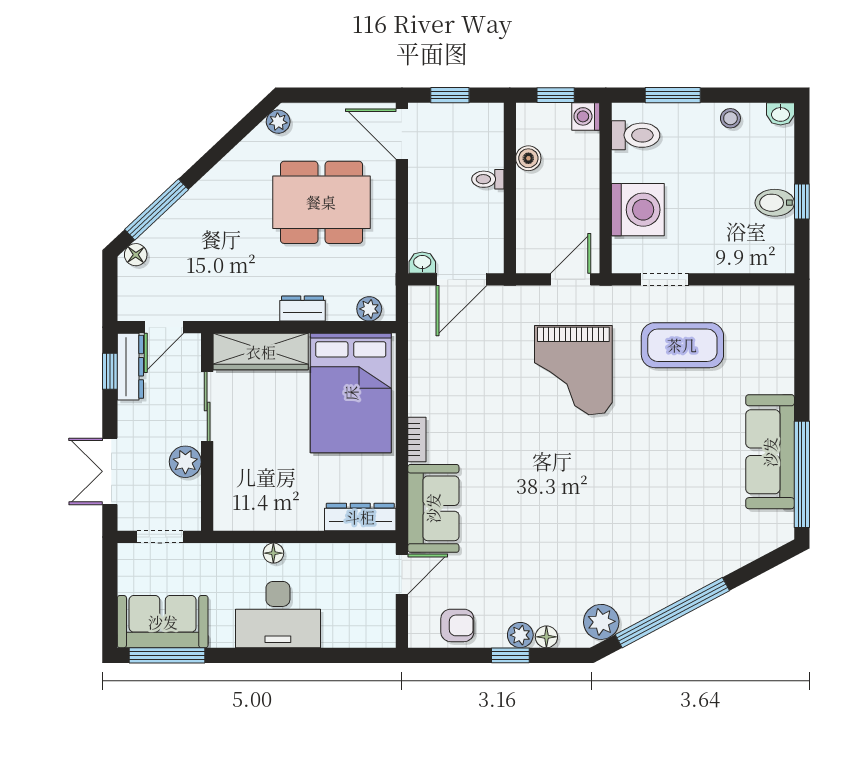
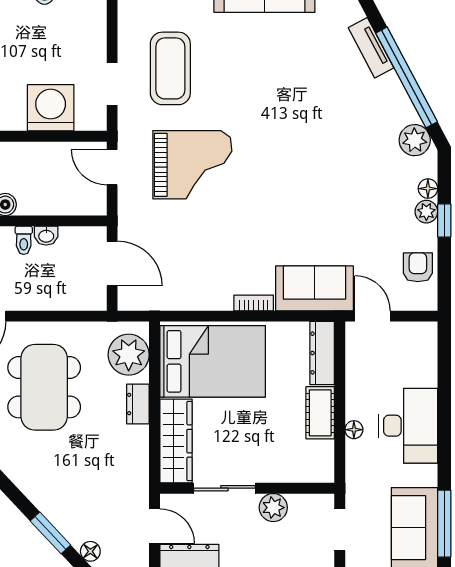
window: (157, 209) -> (50, 533), width x0.69
washbasin: (422, 263) -> (46, 236), moved, turned -90
plant: (369, 309) -> (129, 355), width x1.88, depth x1.88
cot: (293, 515) -> (320, 413), added
tv unit: (706, 572) -> (371, 48), added

